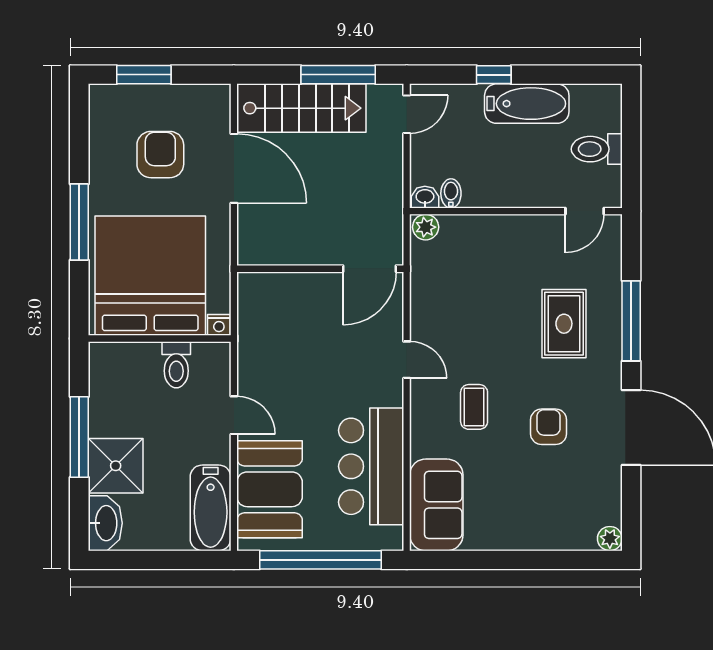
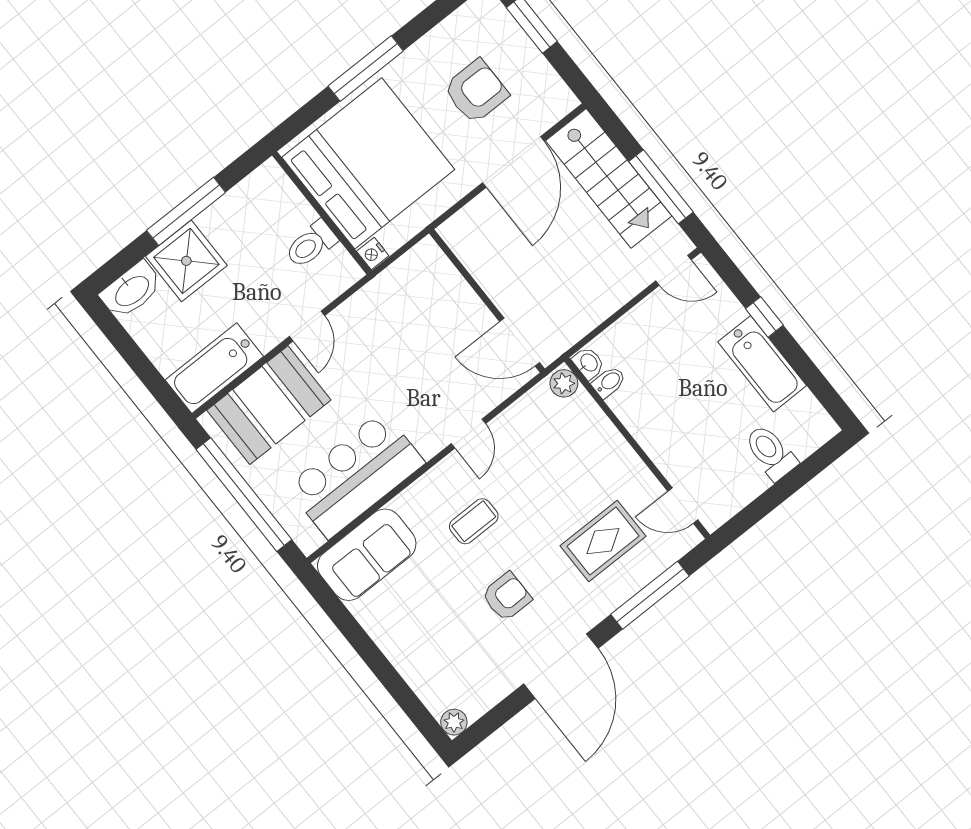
bidet: (451, 193) -> (609, 382), moved
washbasin: (425, 197) -> (588, 363), moved
wall: (516, 211) -> (637, 448), moved
door: (585, 211) -> (683, 506), moved
plant: (426, 227) -> (564, 383), moved

